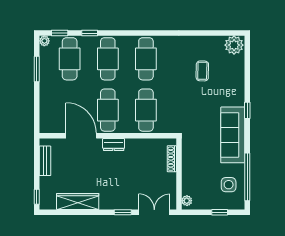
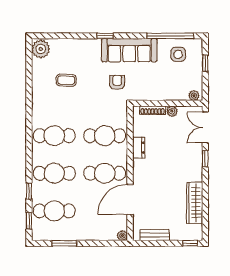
plant: (44, 41) -> (122, 236), moved
armchair: (200, 123) -> (117, 82), added
dresser: (114, 145) -> (139, 148), moved
plant: (171, 178) -> (172, 111), added

